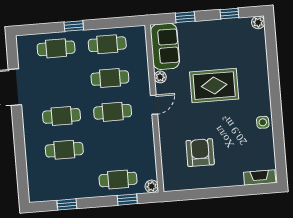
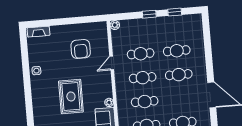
rug: (214, 86) -> (71, 96), turned 90
door: (154, 105) -> (112, 63), moved
cafe table: (118, 179) -> (141, 54), moved
window: (127, 200) -> (149, 14), moved

